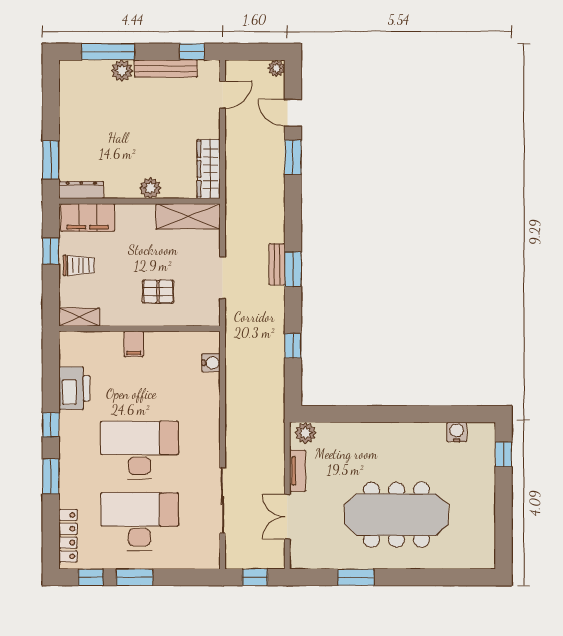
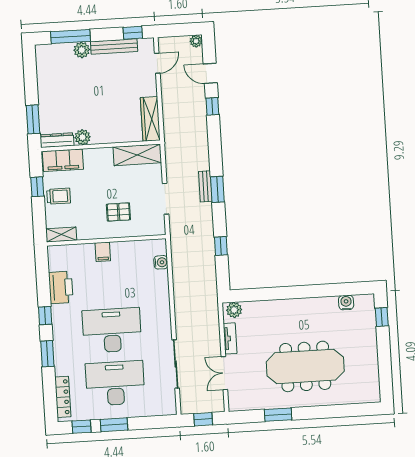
window: (293, 157) -> (212, 106), width x0.67
plant: (150, 188) -> (83, 137), moved

